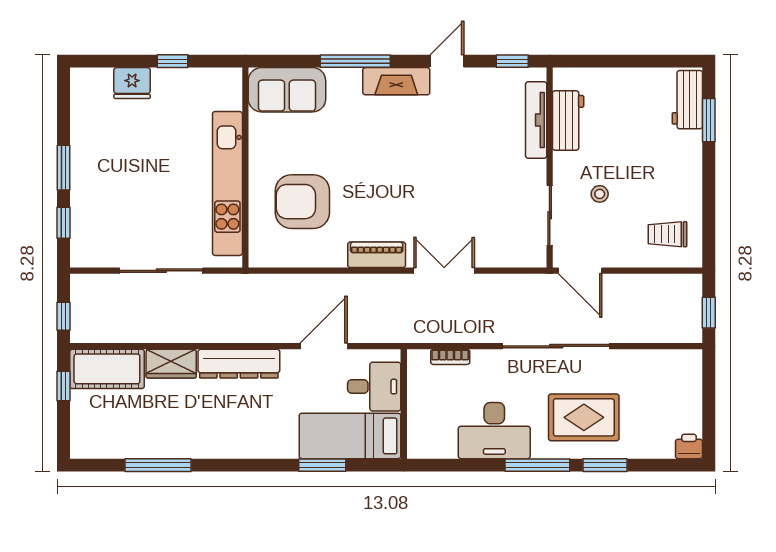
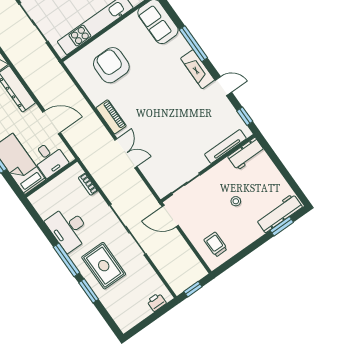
workbench: (687, 100) -> (279, 213), width x1.38
workbench: (568, 121) -> (246, 154), moved
stool: (600, 194) -> (236, 201), moved
door: (580, 271) -> (170, 216), hinge flipped
printer: (689, 446) -> (156, 302), moved, turned -90

